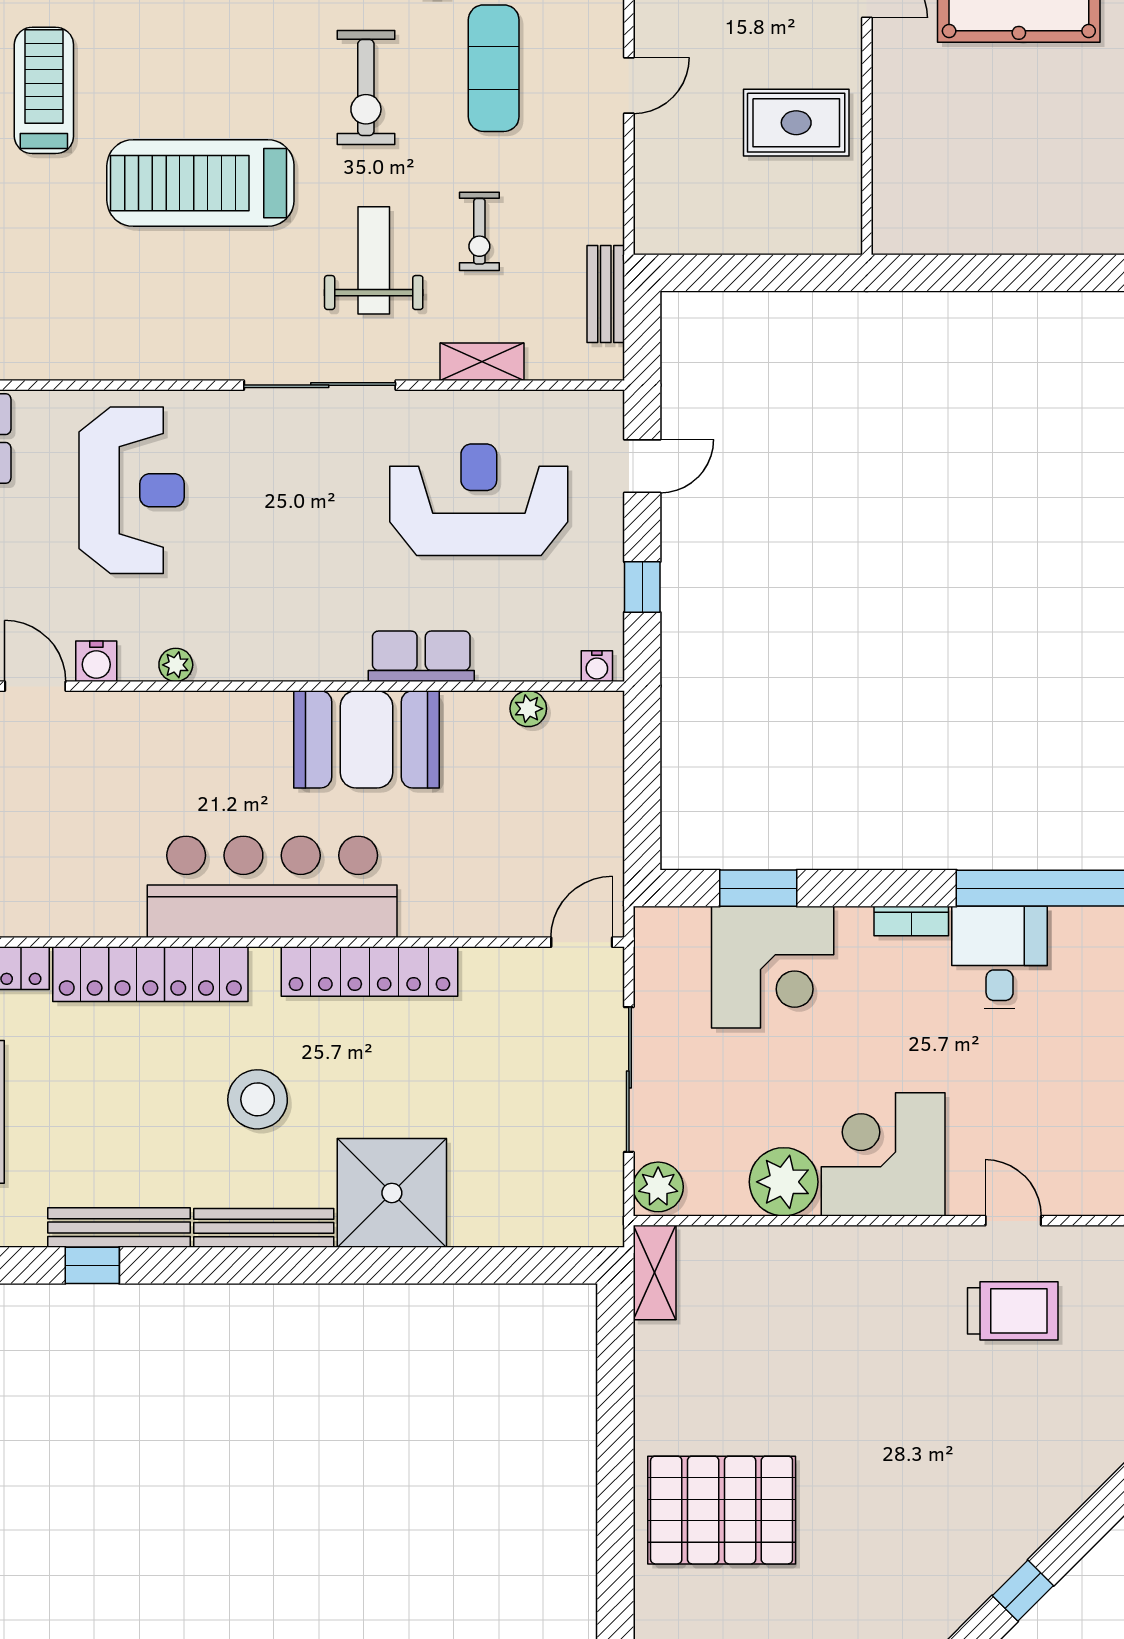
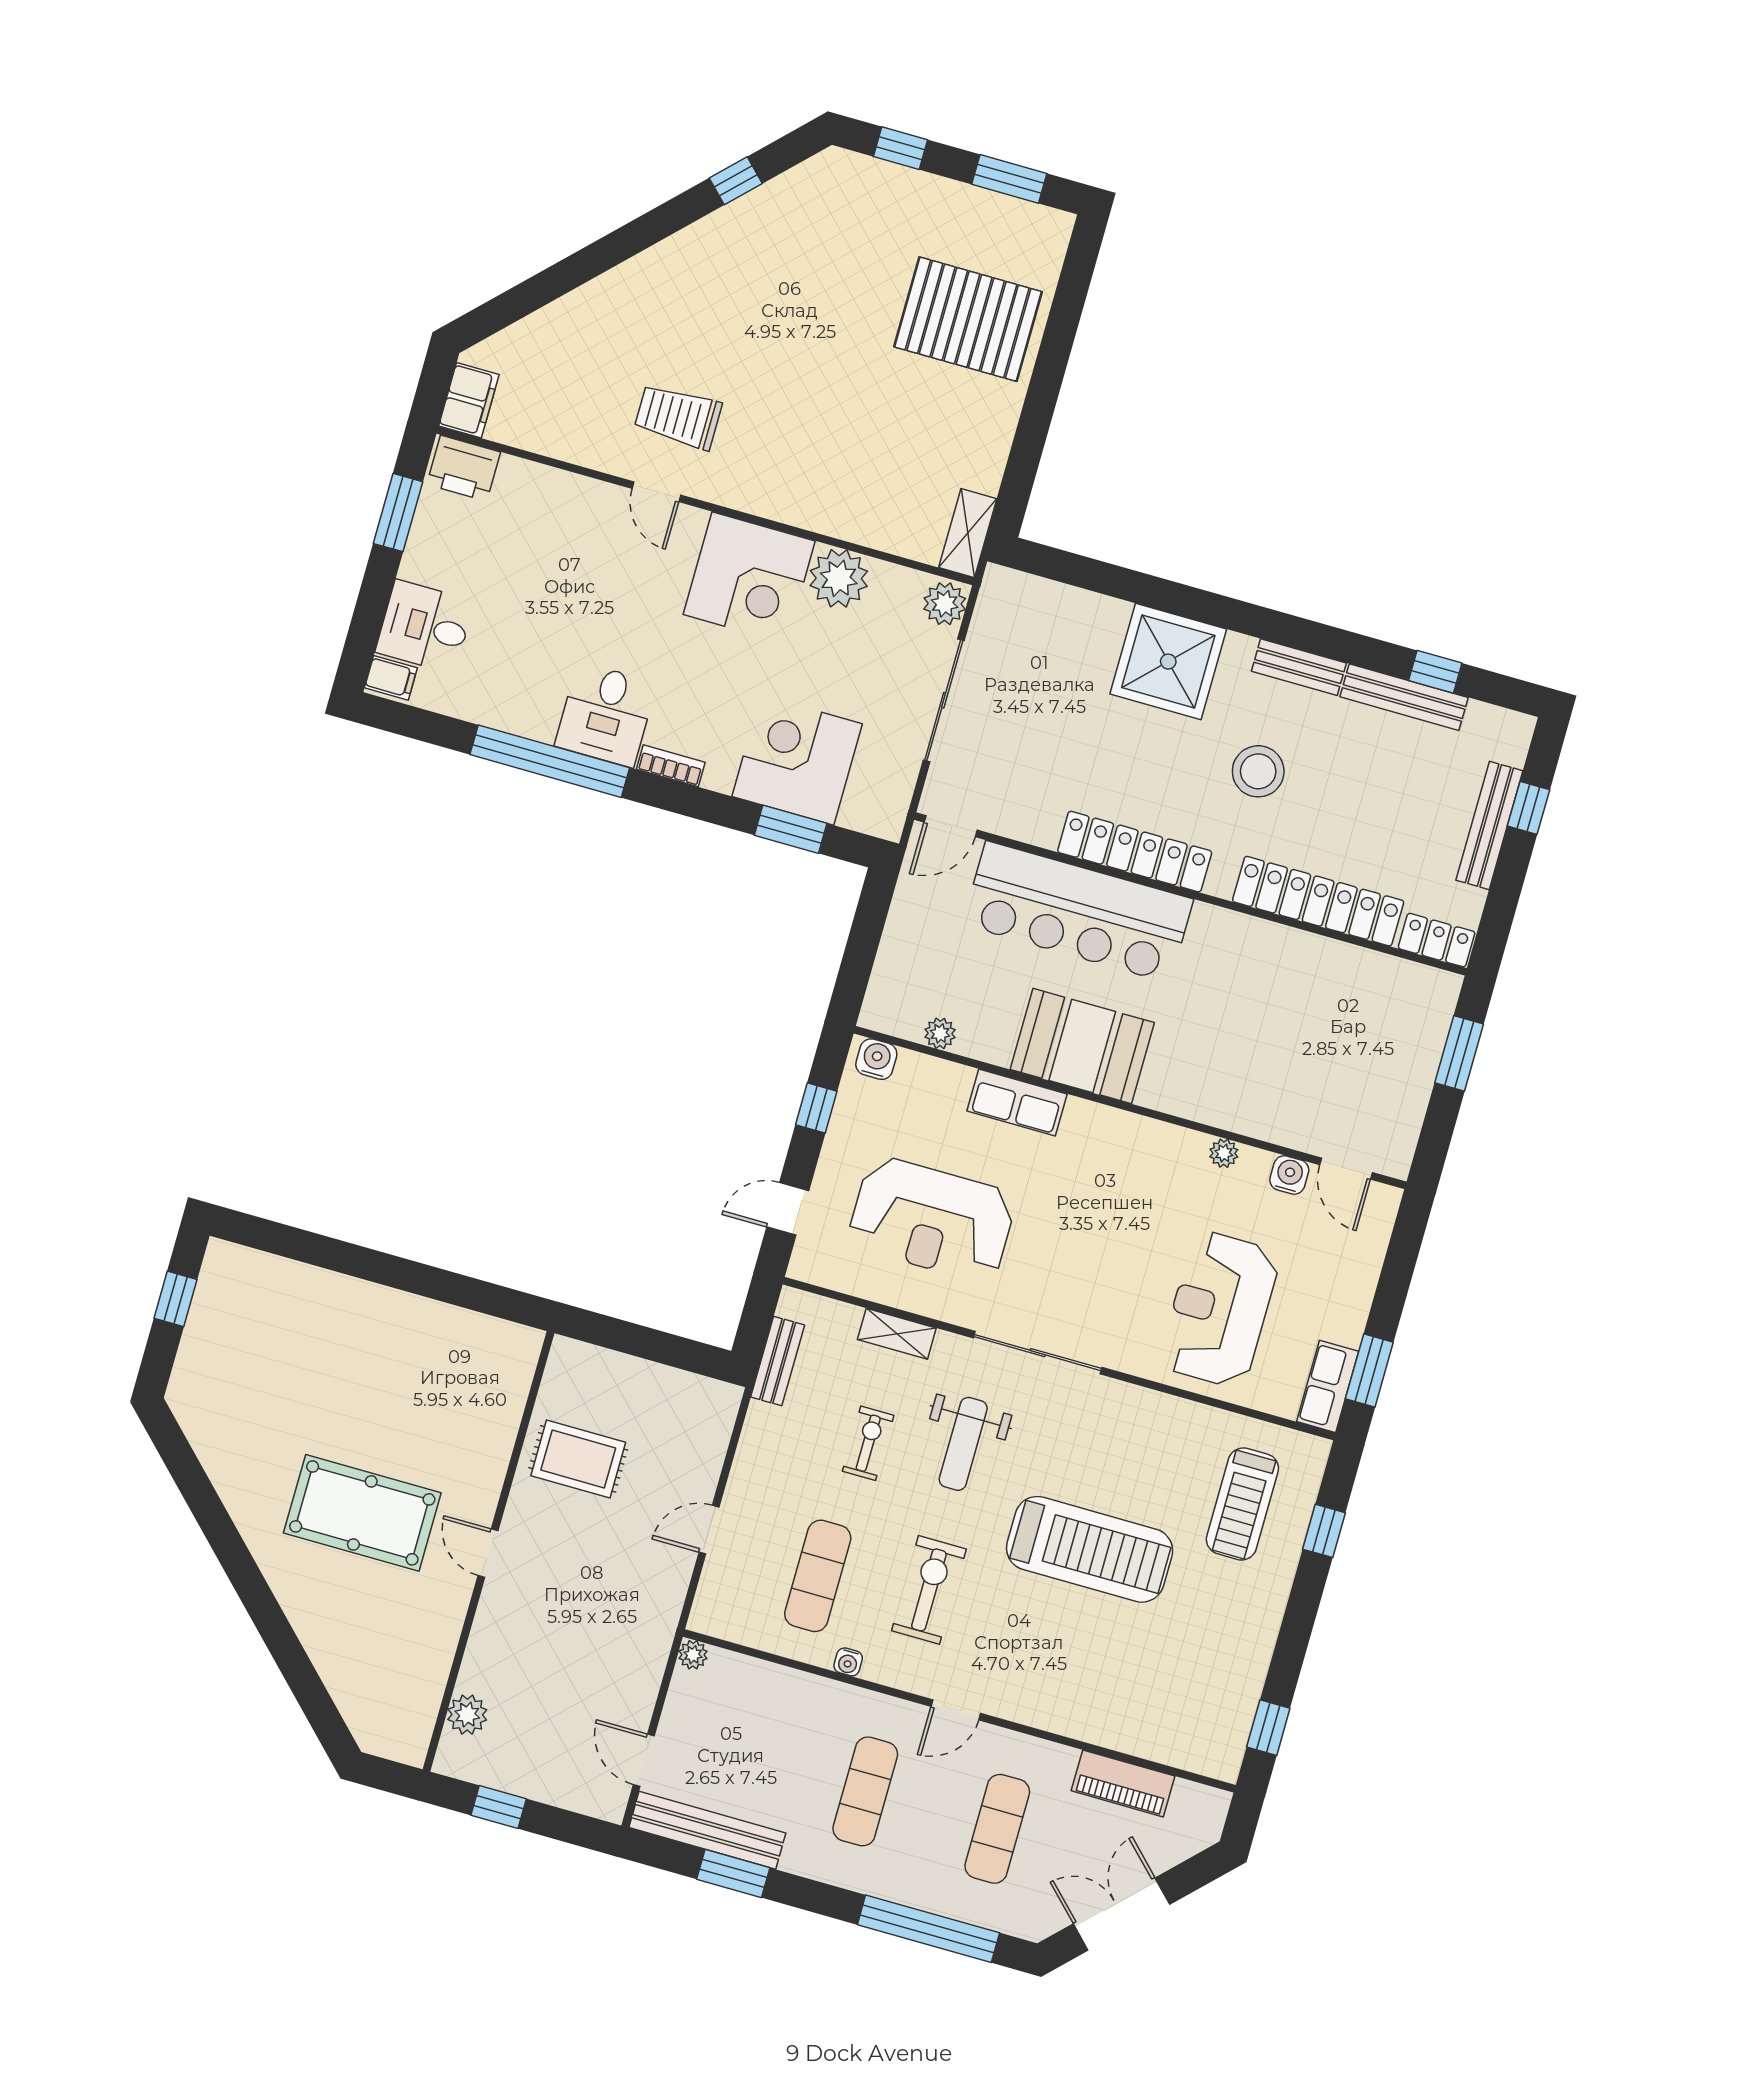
treadmill: (44, 90) -> (1242, 1504), moved
water cooler: (597, 666) -> (876, 1059), width x1.38, depth x1.38
bar counter: (272, 887) -> (1078, 912), moved
bench: (264, 1228) -> (1299, 667), width x0.73

